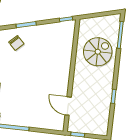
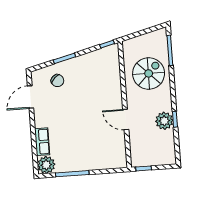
plant: (104, 96) -> (164, 121), added
door: (68, 106) -> (126, 120), moved

